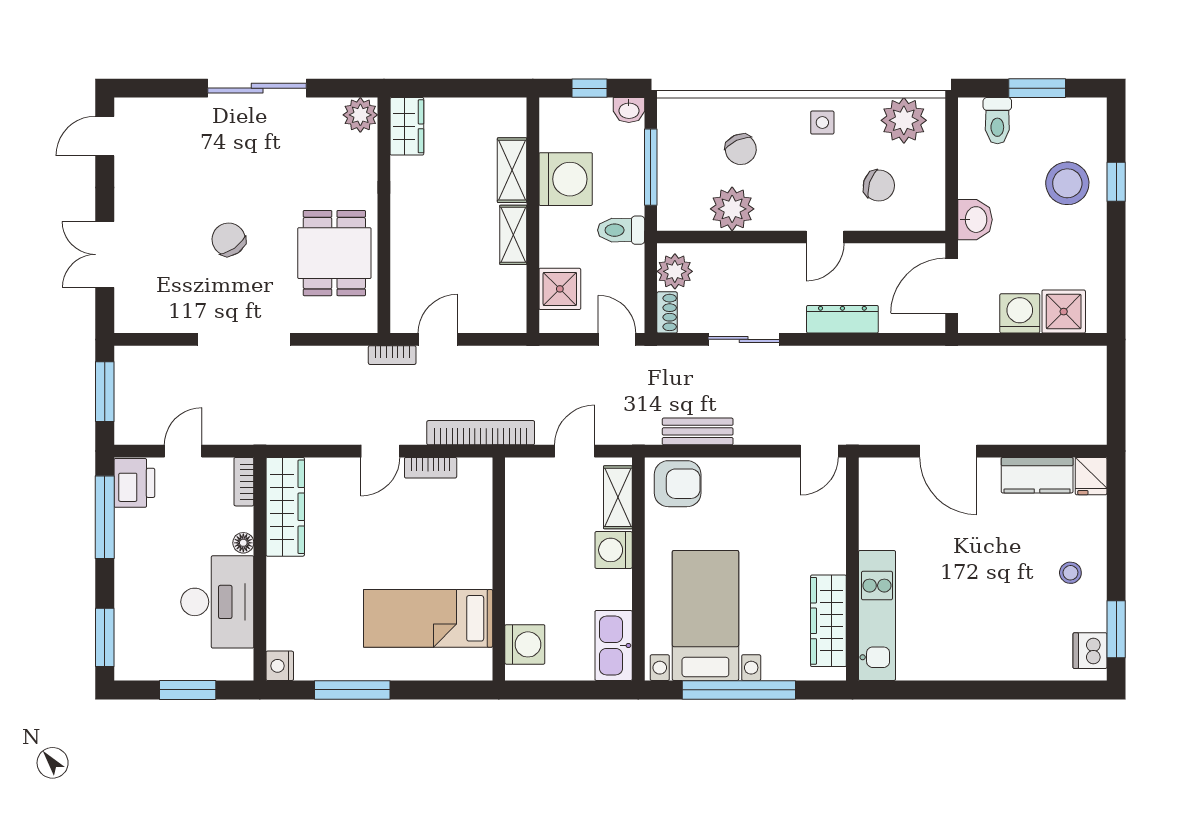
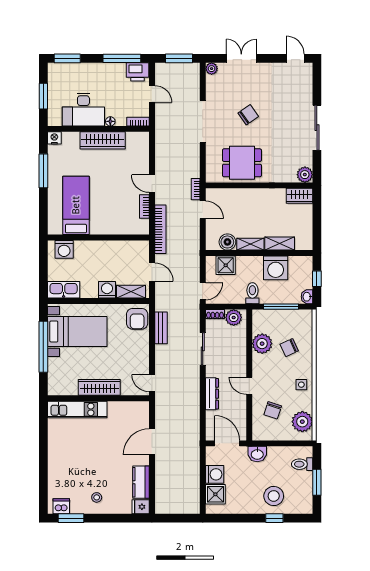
boiler: (509, 285) -> (227, 242), added
plant: (127, 320) -> (212, 69), added
wardrobe: (285, 507) -> (103, 140), moved
wardrobe: (828, 621) -> (99, 387), moved

